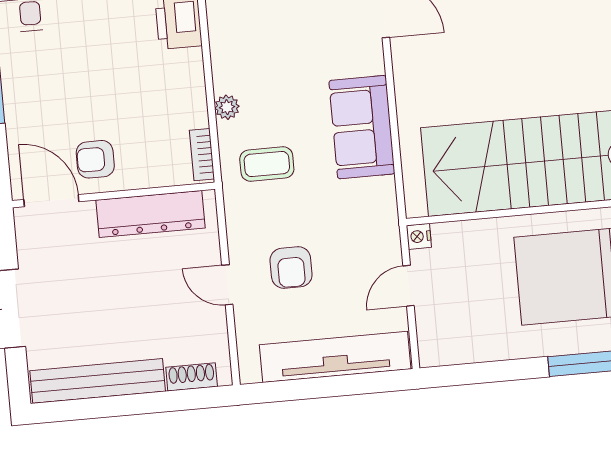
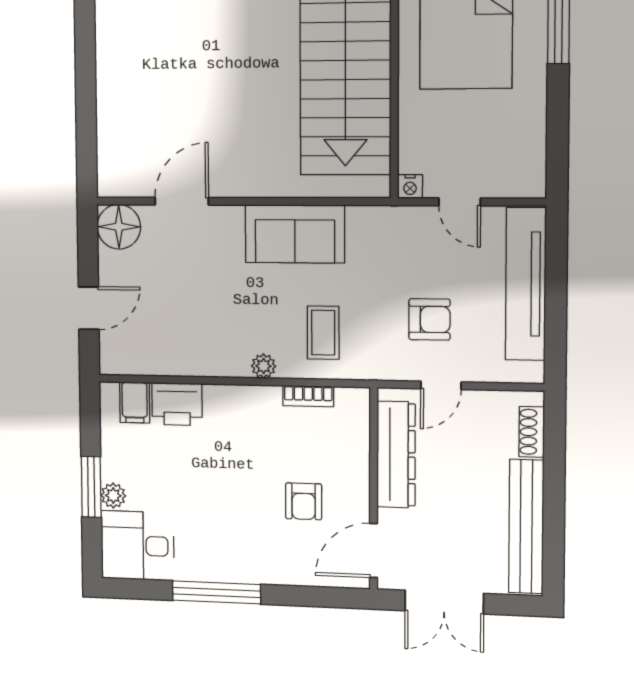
wall: (114, 195) -> (374, 489), moved
door: (51, 201) -> (374, 550), moved
dresser: (151, 214) -> (396, 455), moved

